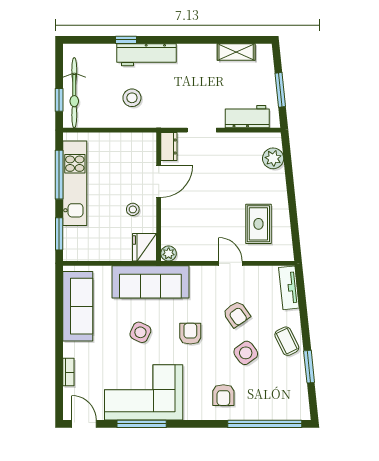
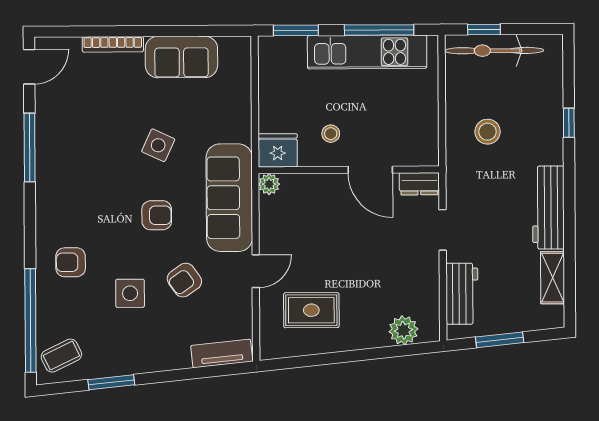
workbench: (146, 55) -> (548, 208), moved
sofa: (150, 282) -> (229, 198), moved
sofa: (78, 306) -> (181, 57), width x0.73
coffee table: (287, 341) -> (61, 356), moved
side table: (246, 353) -> (130, 293), turned 36
bookcase: (68, 372) -> (113, 44), width x1.56
corner sofa: (144, 392) -> (74, 150), removed

